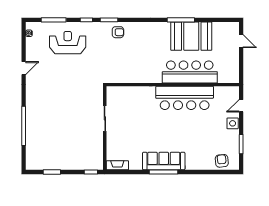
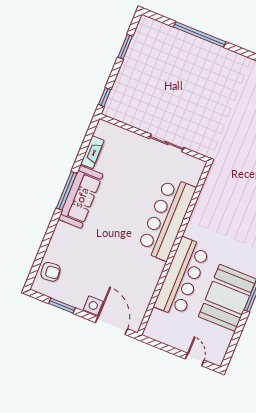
door: (241, 41) -> (195, 360), swing flipped
bar counter: (185, 98) -> (167, 219), moved
door: (241, 106) -> (111, 326), width x1.88
fireplace: (117, 165) -> (92, 152), moved

